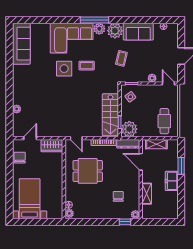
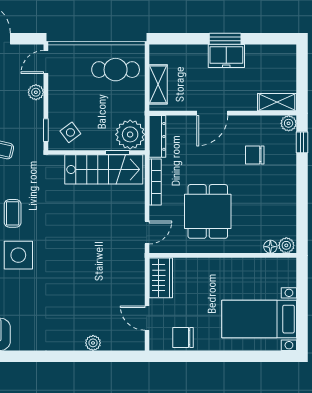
door: (141, 162) -> (212, 113), moved
window: (181, 166) -> (225, 39), moved
shelving: (147, 194) -> (277, 102), moved

